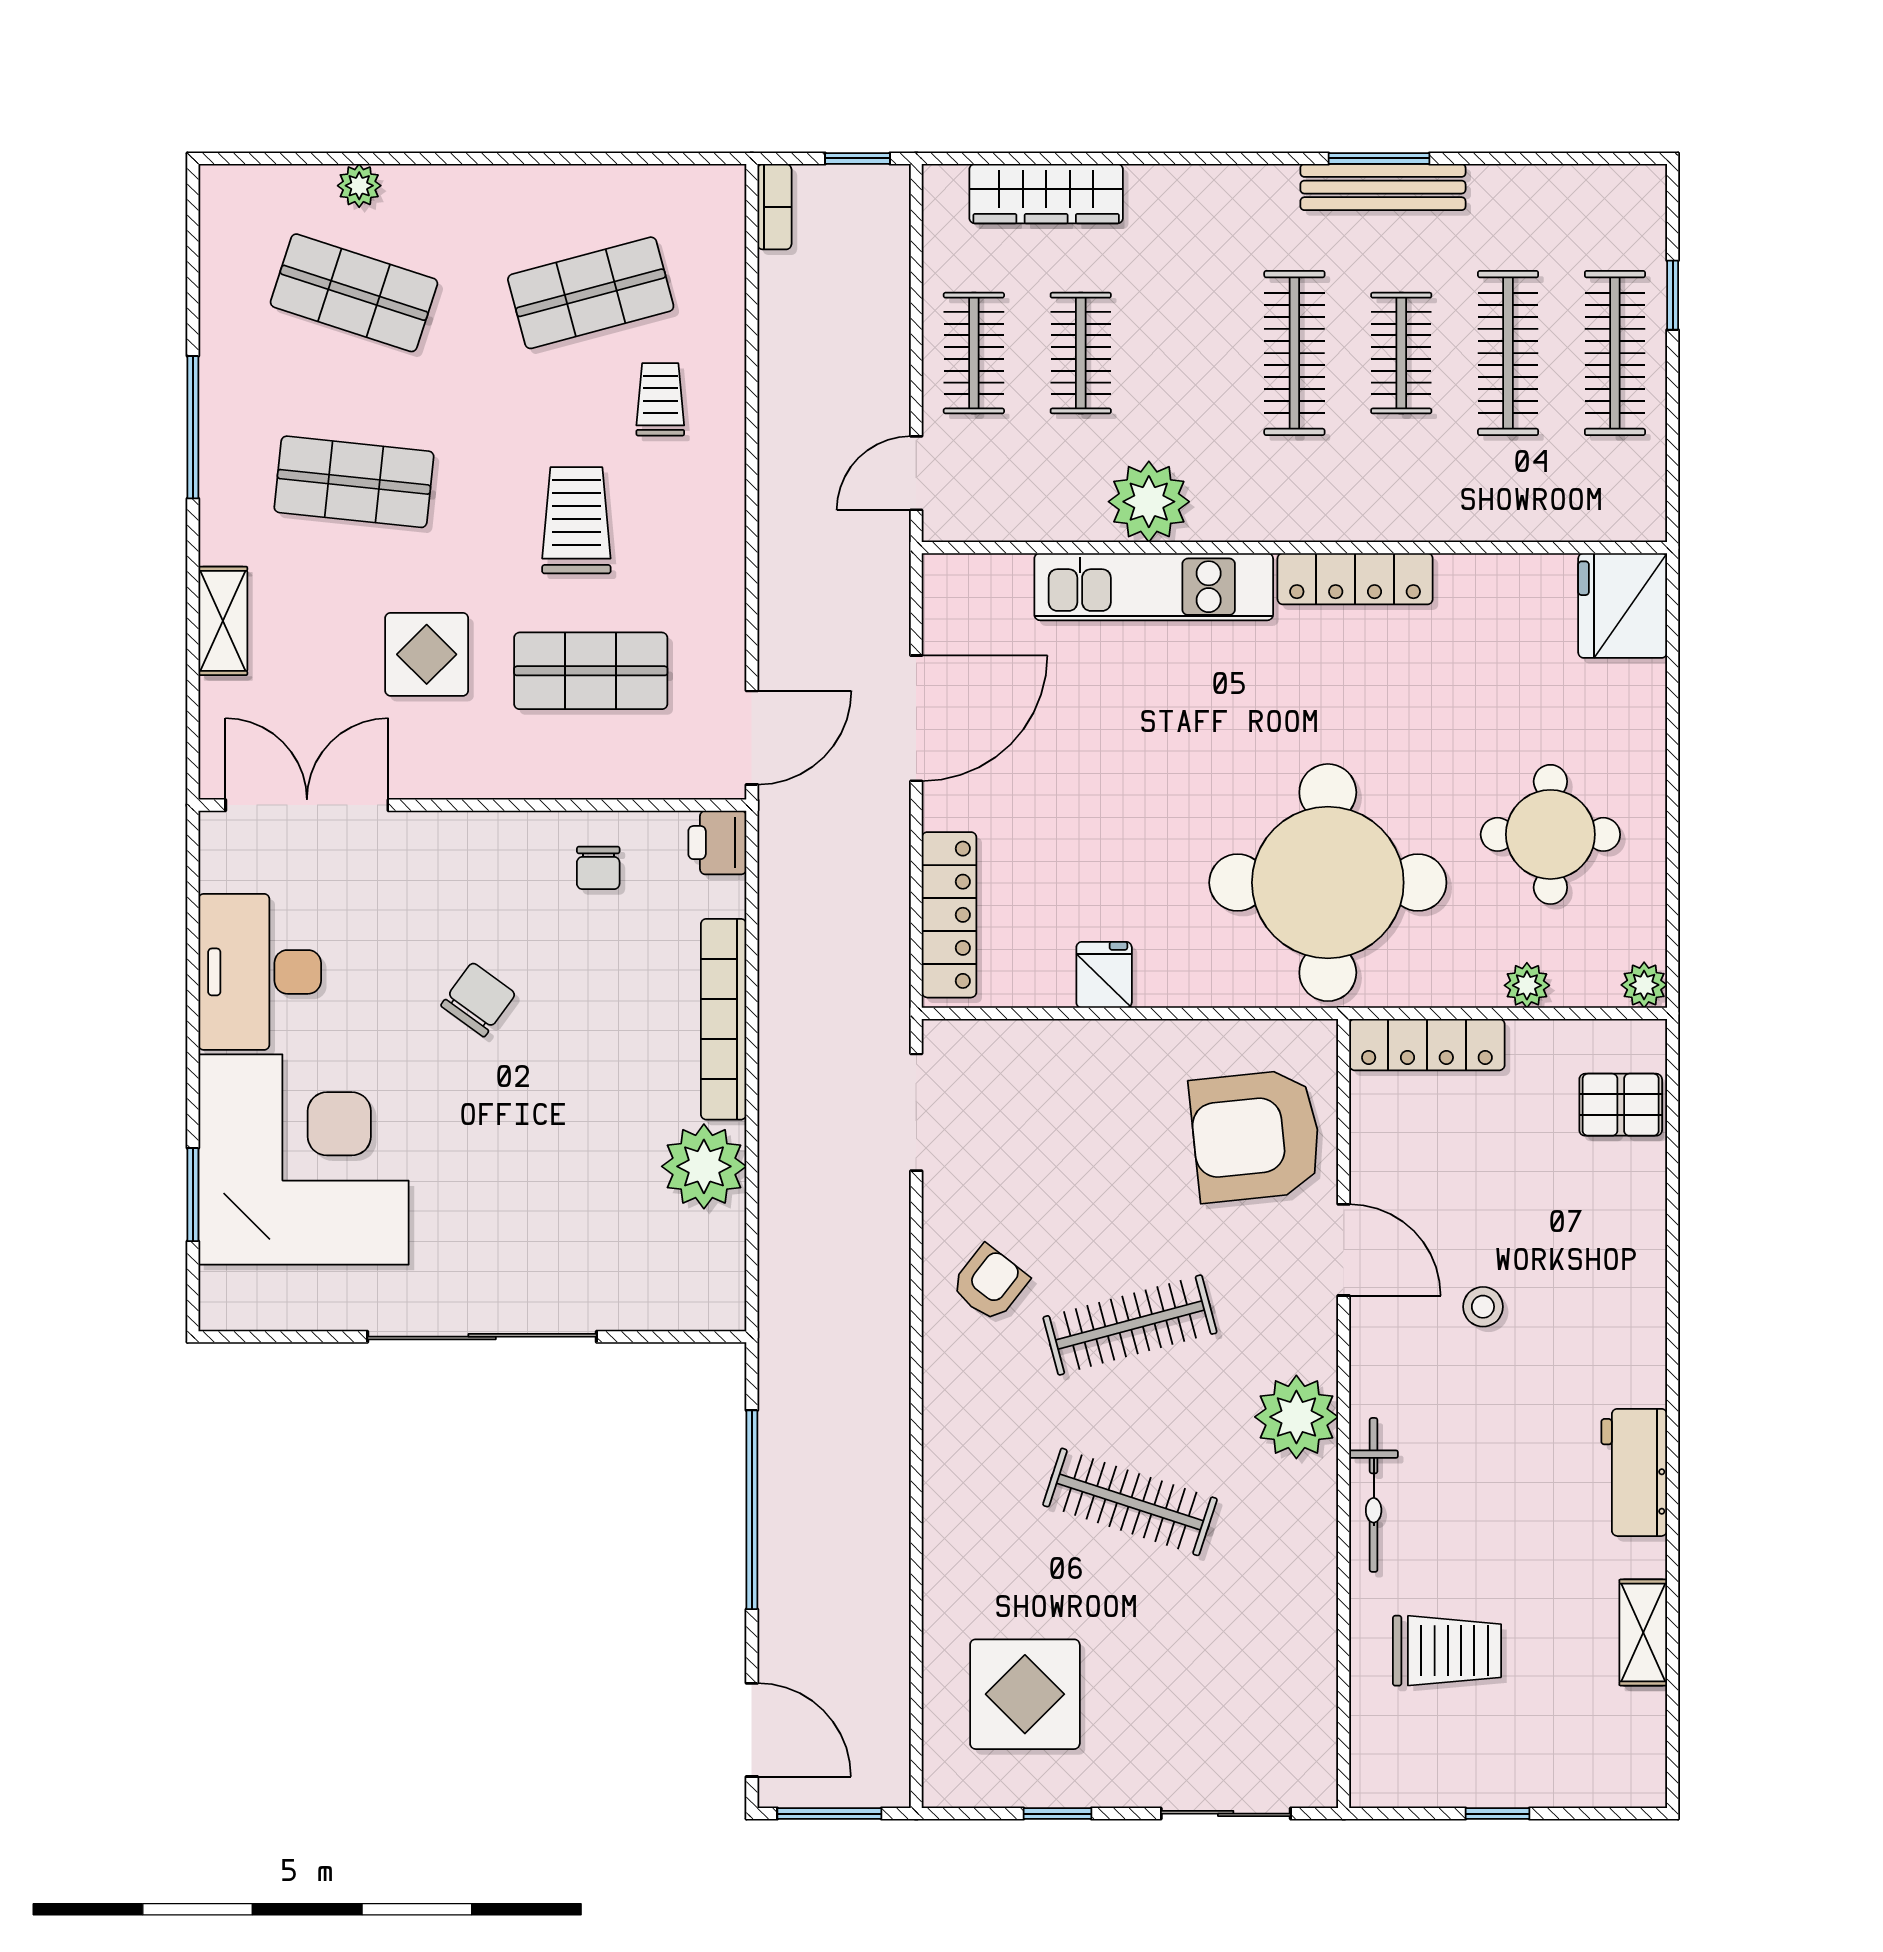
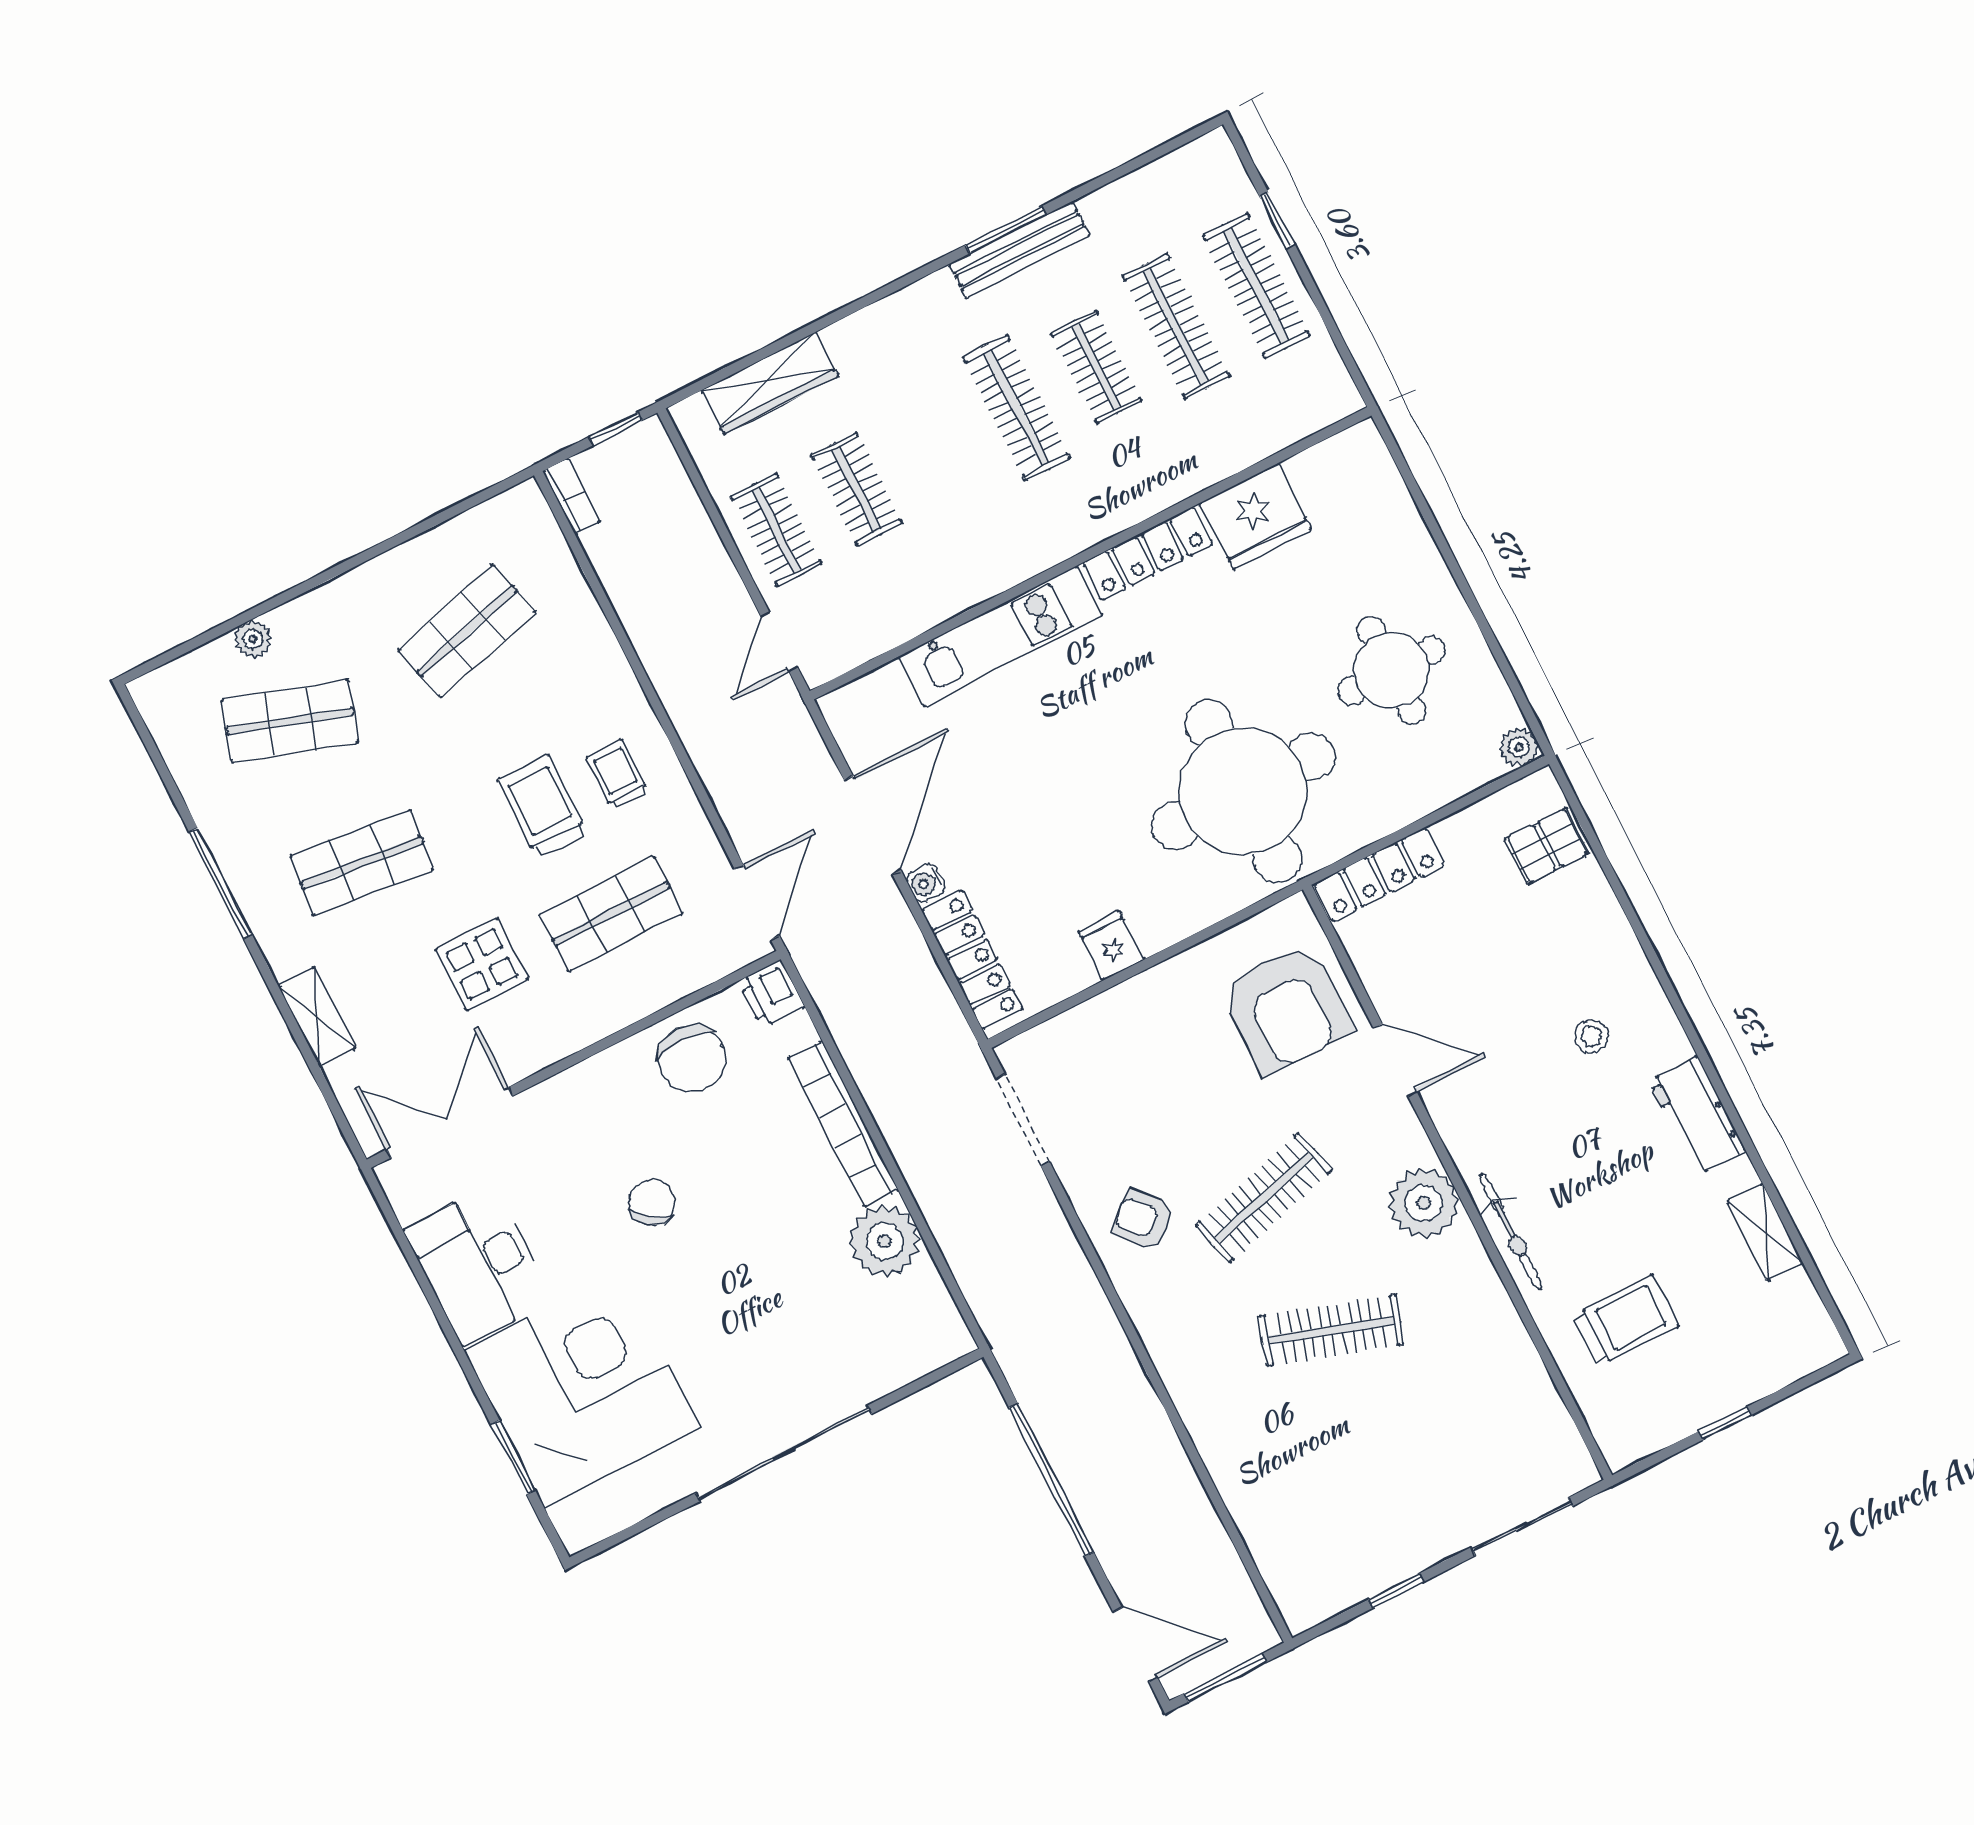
trolley: (660, 399) -> (617, 775), moved
plant: (1149, 502) -> (964, 574), removed
fridge: (1623, 606) -> (1256, 516), moved, turned -90
water cooler: (941, 808) -> (926, 883), added
chair: (598, 868) -> (692, 1058), width x1.87, depth x1.87
plant: (1527, 985) -> (1431, 792), removed
armchair: (1256, 1136) -> (1286, 1008), turned -84
armchair: (990, 1283) -> (1143, 1220), turned -79
stool: (1483, 1307) -> (1592, 1036), moved
display table: (1025, 1694) -> (1326, 1514), removed

